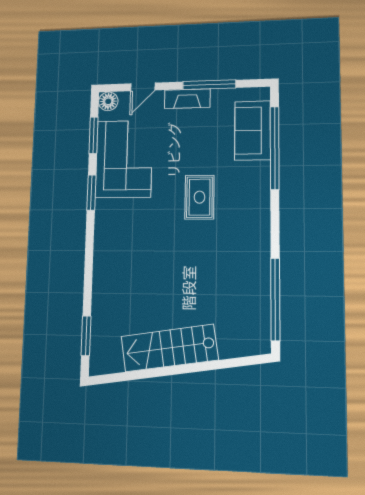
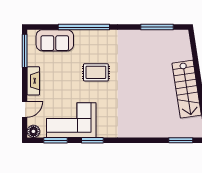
window: (209, 85) -> (25, 51), moved
door: (143, 87) -> (25, 109), hinge flipped
window: (275, 148) -> (84, 27), moved
window: (275, 299) -> (157, 27), width x0.68

